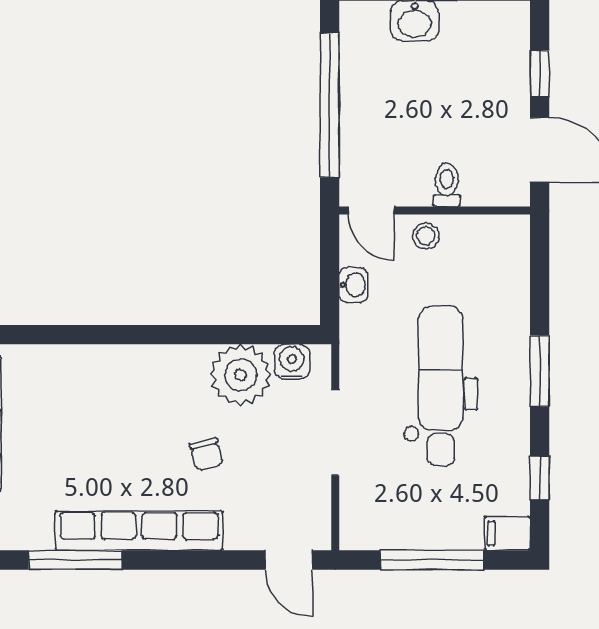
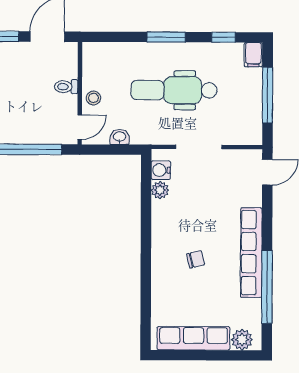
plant: (241, 375) -> (160, 190), width x0.53, depth x0.53
chair: (206, 454) -> (196, 259), moved
window: (75, 560) -> (267, 287), width x1.46

